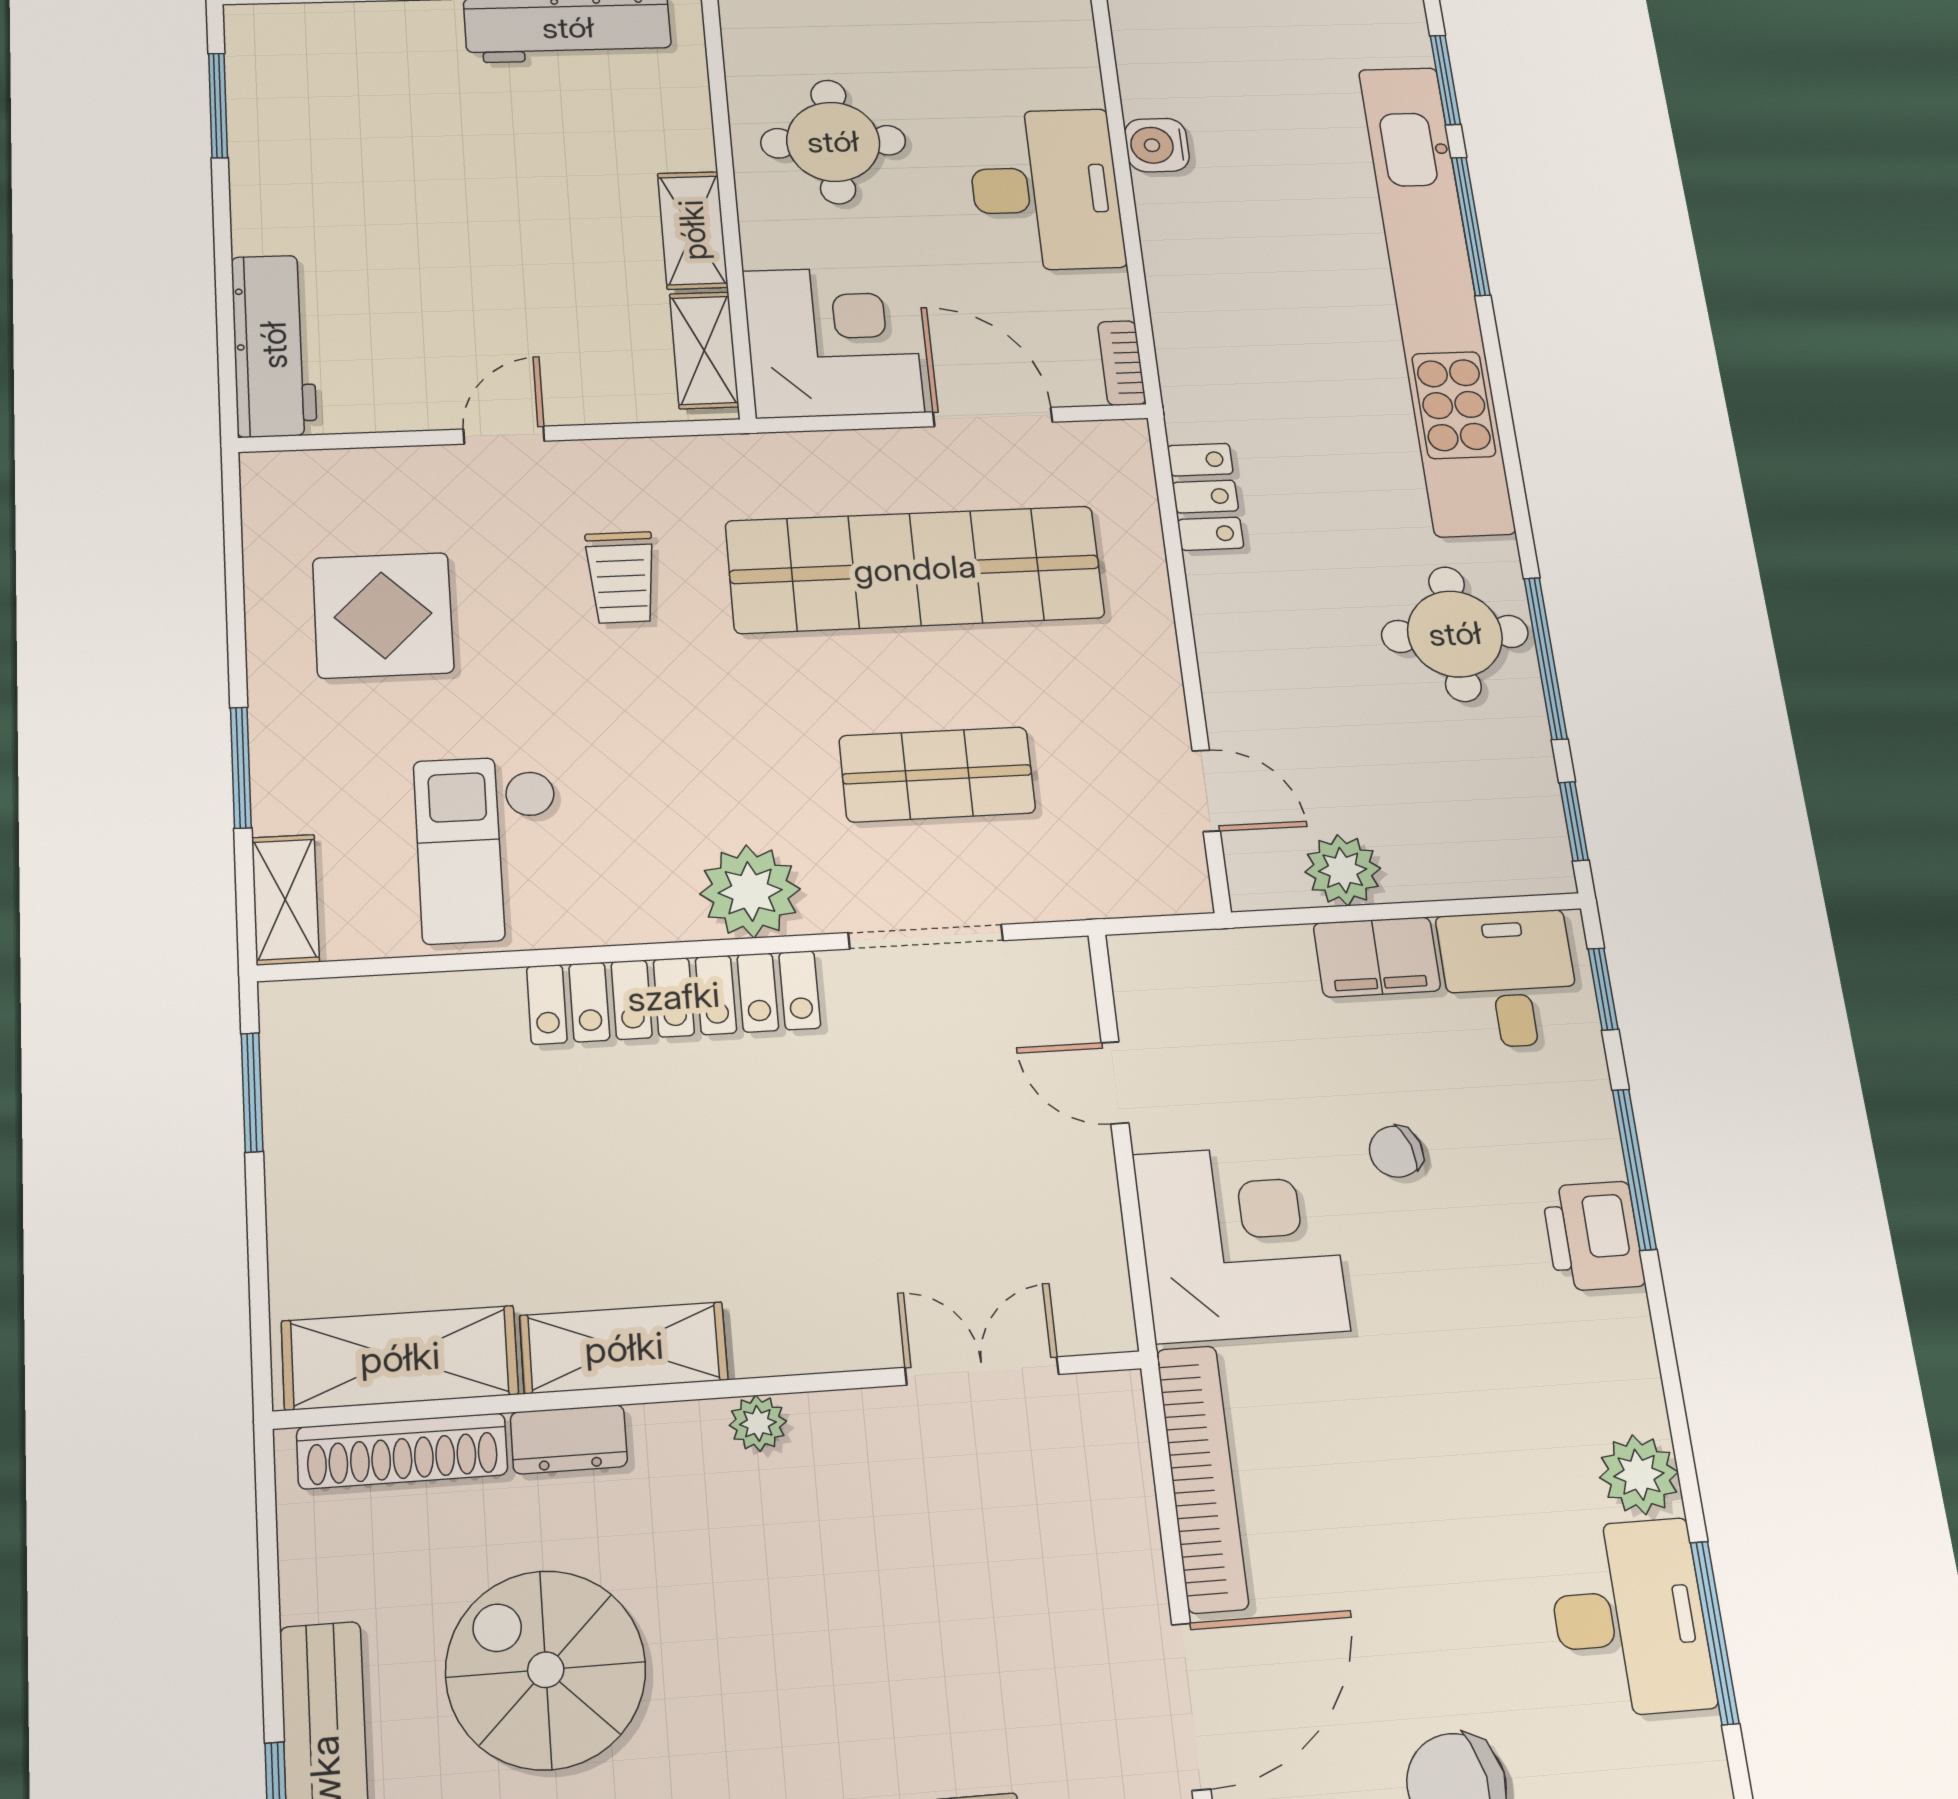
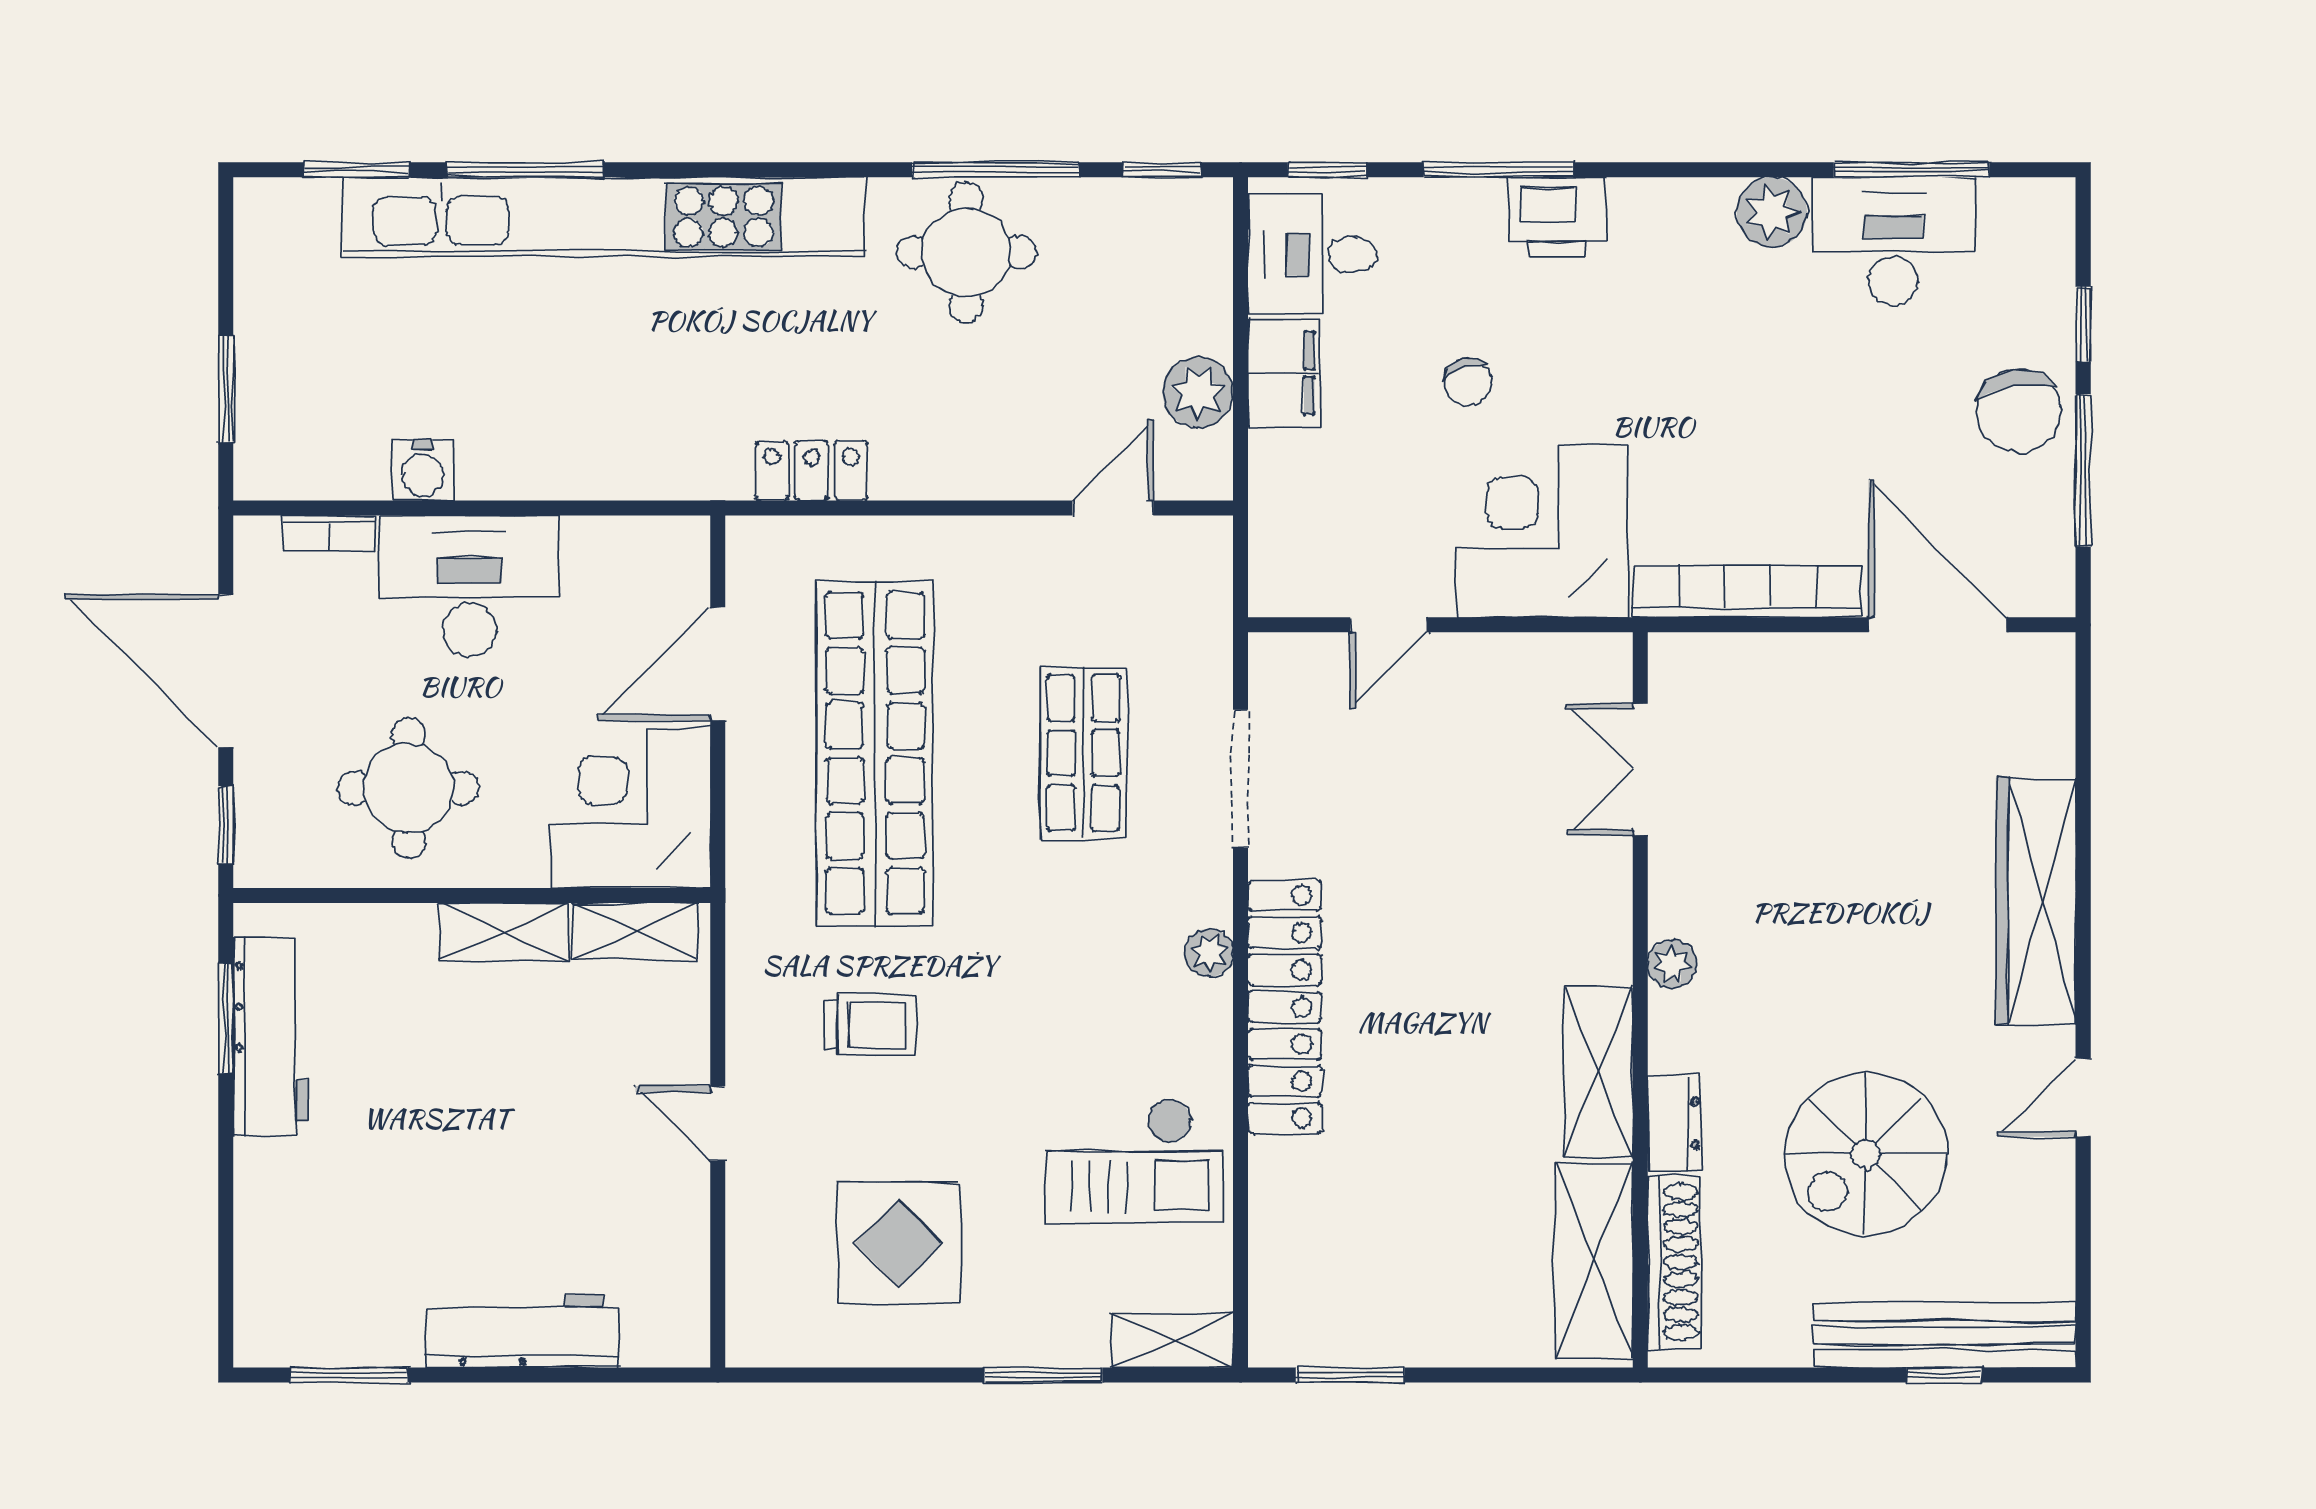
workbench: (274, 345) -> (522, 1331), moved
bookcase: (1122, 363) -> (329, 534), moved
plant: (750, 891) -> (1209, 953), width x0.53, depth x0.53

